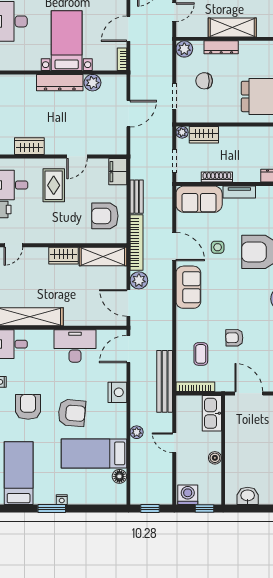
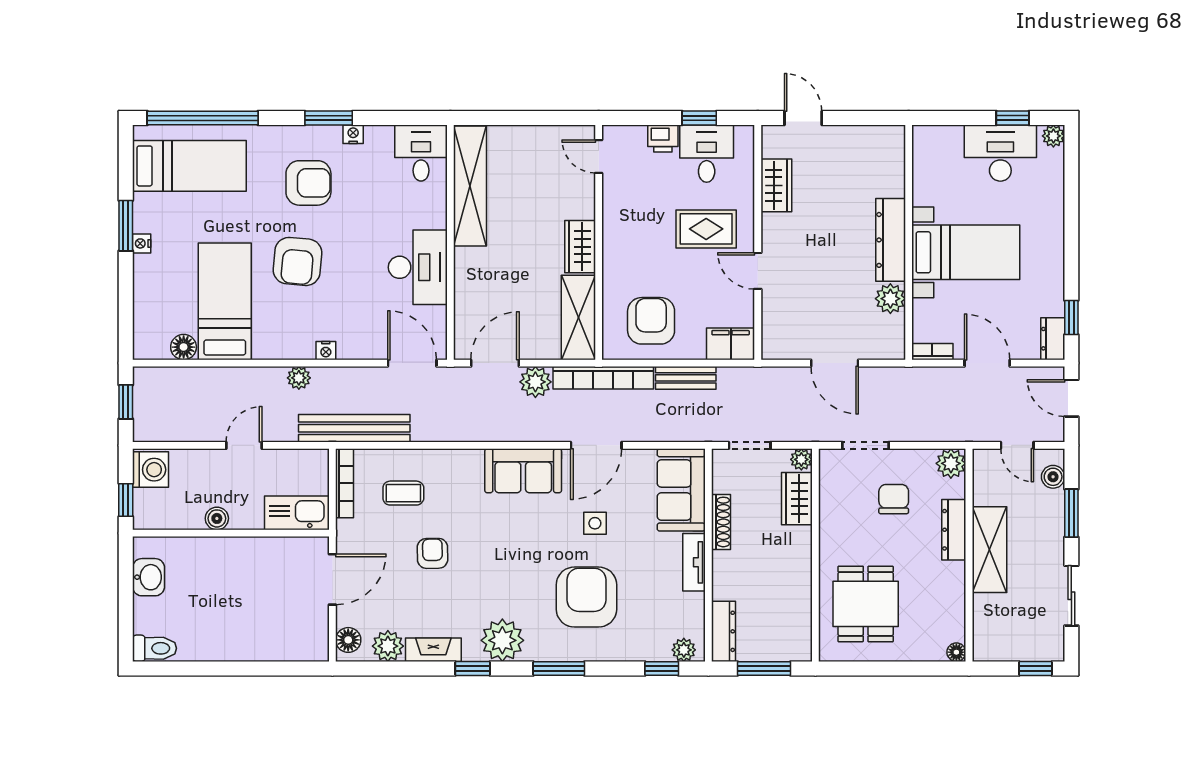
nightstand: (117, 392) -> (326, 351), width x0.53, depth x0.56
plant: (137, 432) -> (299, 378), moved

